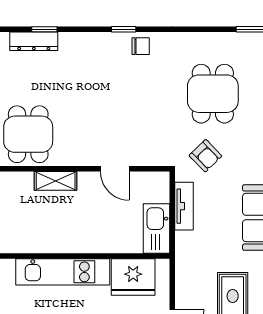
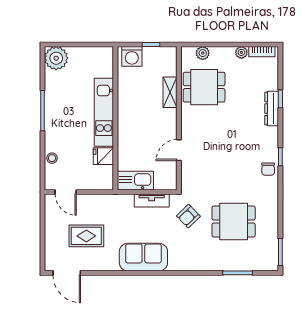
dresser: (34, 41) -> (272, 109), moved
shelving: (56, 181) -> (170, 92), moved
fridge: (133, 277) -> (103, 156), width x0.53, depth x0.75

